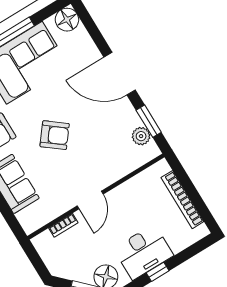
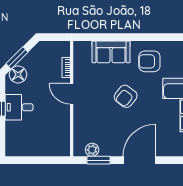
bookcase: (182, 200) -> (37, 151), removed
desk: (143, 252) -> (19, 107), width x0.73

